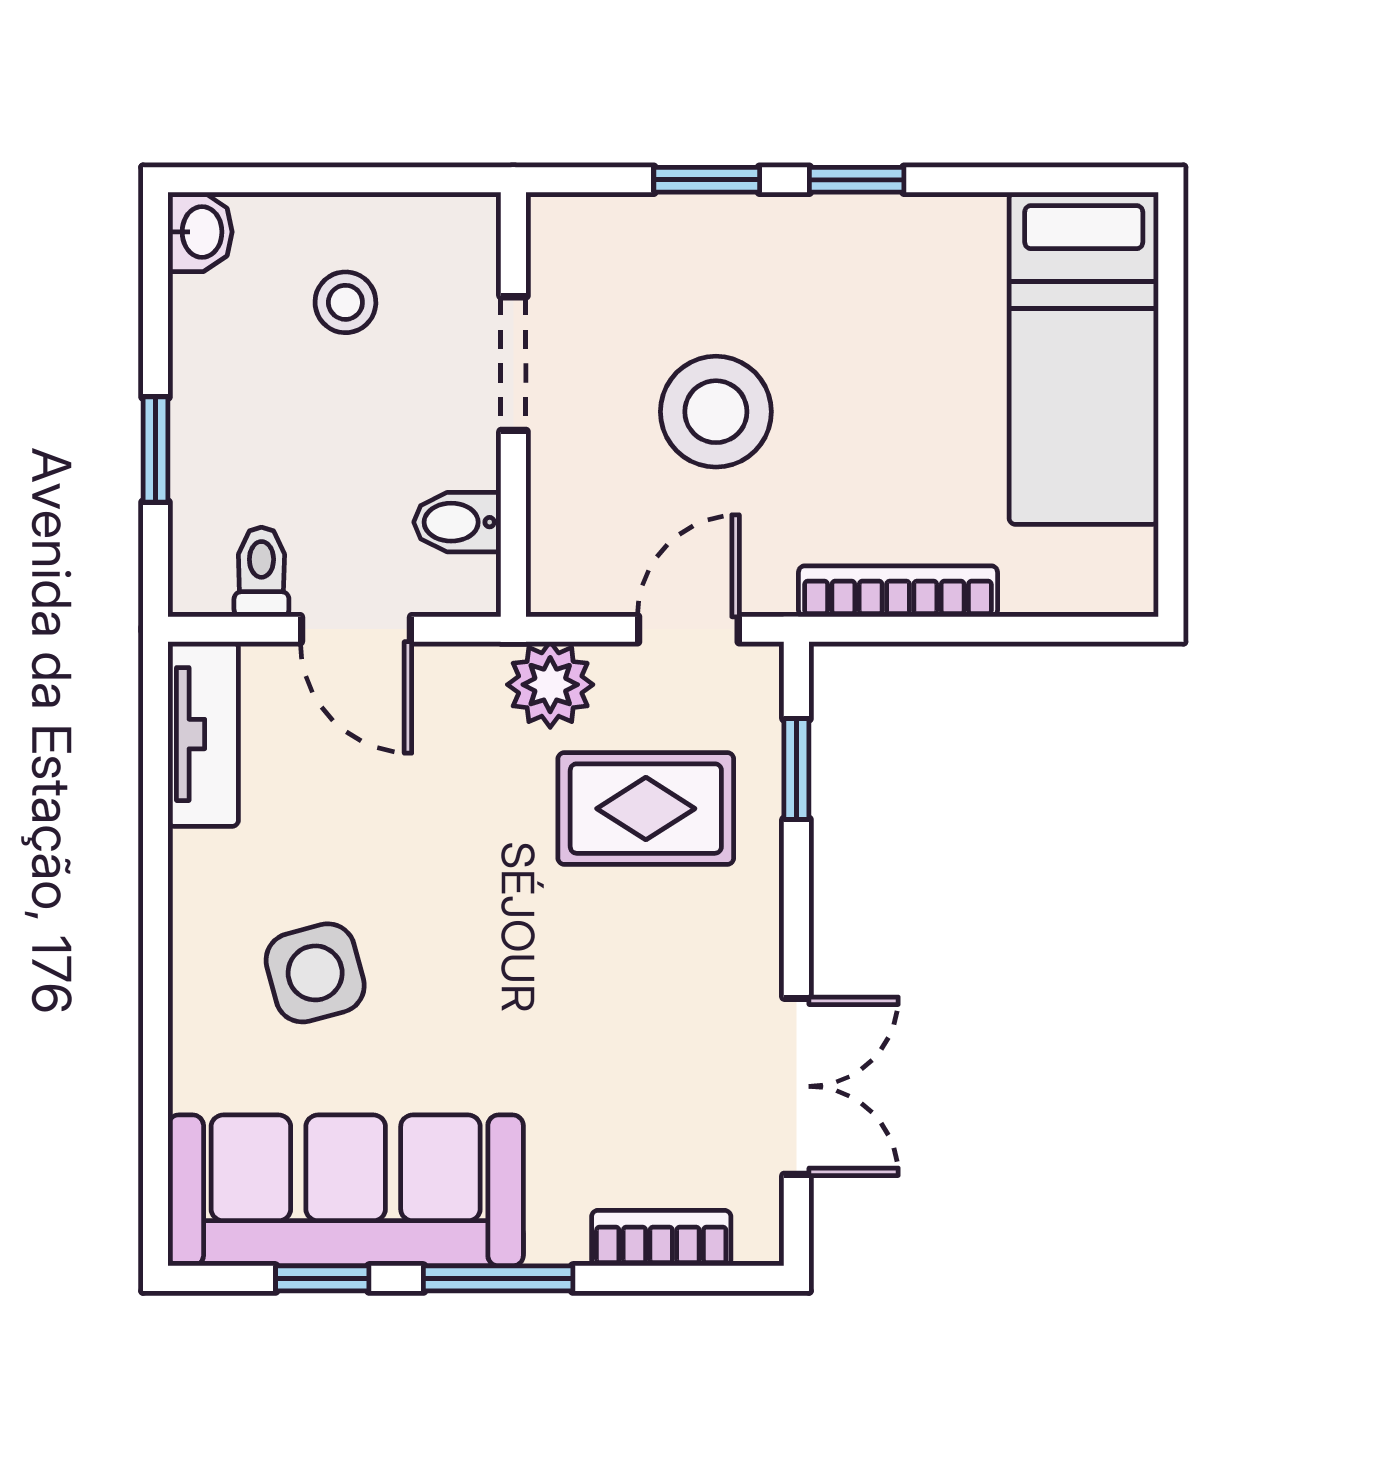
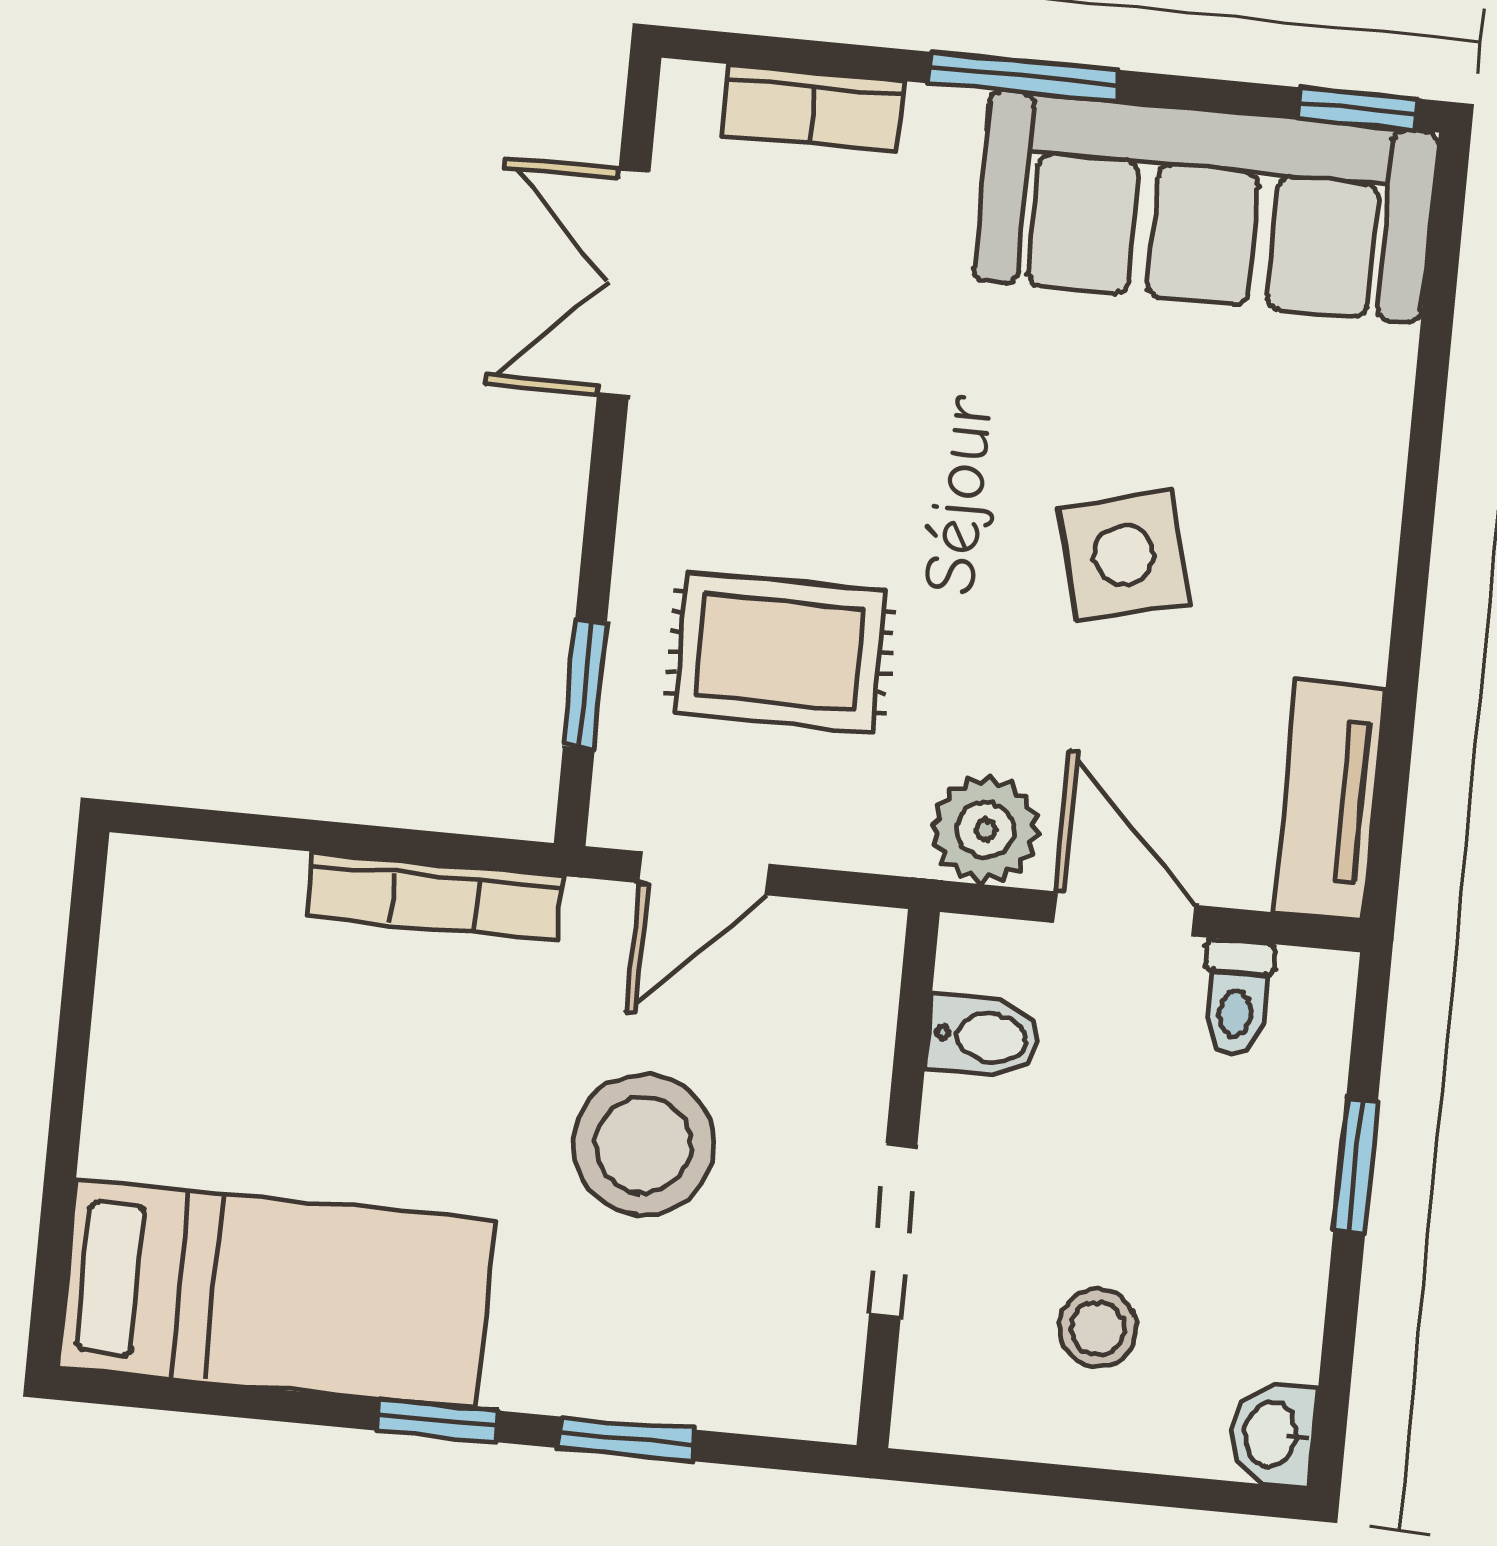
bed: (1084, 358) -> (276, 1294), moved, turned 90
plant: (550, 685) -> (985, 830), moved
side table: (315, 973) -> (1124, 555), moved
window: (322, 1278) -> (1358, 109), moved

